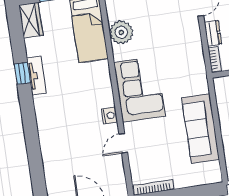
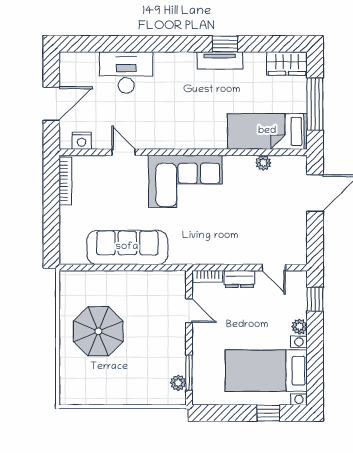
plant: (121, 32) -> (263, 163), width x0.53, depth x0.53
nightstand: (109, 116) -> (82, 141), moved
desk: (58, 151) -> (126, 73), added

